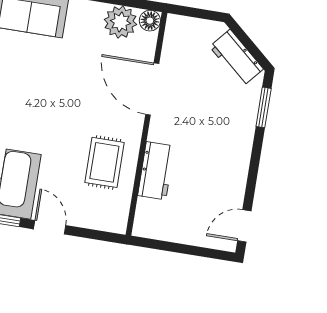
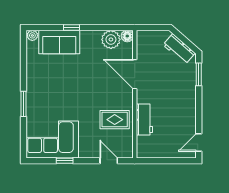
rug: (104, 162) -> (115, 120), turned 90
door: (50, 227) -> (109, 161), moved

